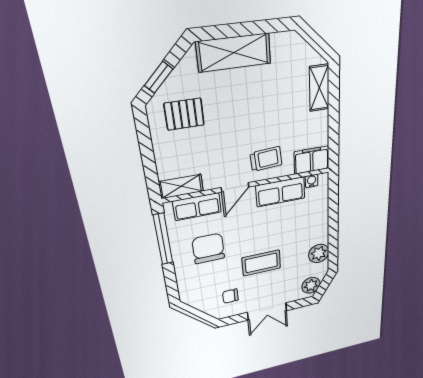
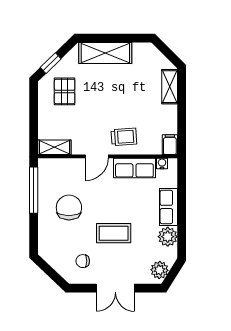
pallet: (184, 114) -> (65, 91), turned 90
filing cabinet: (312, 160) -> (170, 145), width x0.50
row of seats: (197, 207) -> (168, 207), moved, turned 90

